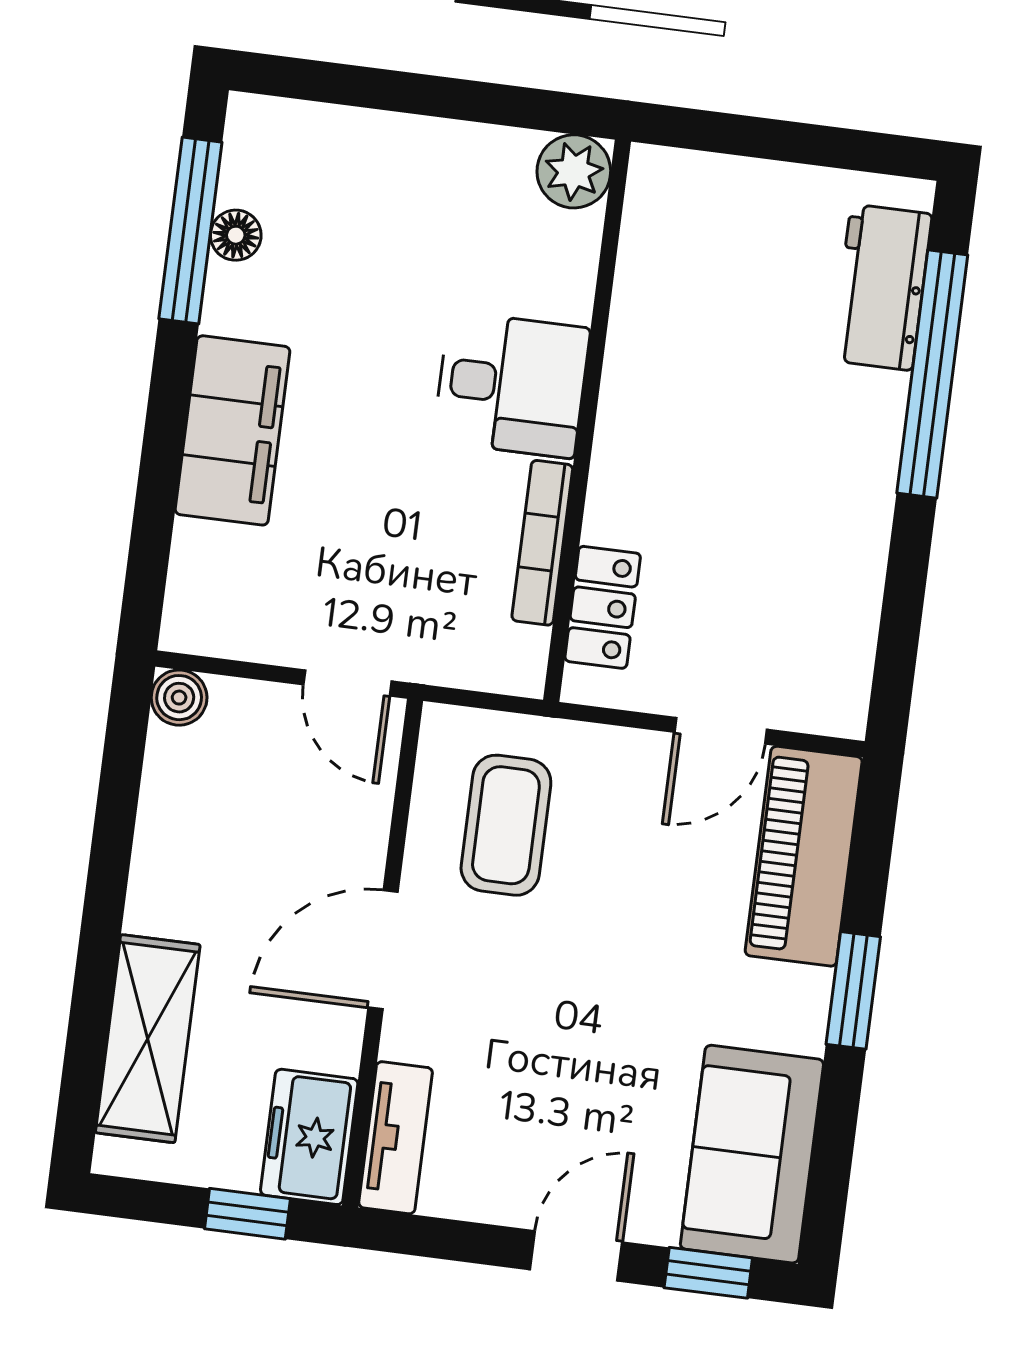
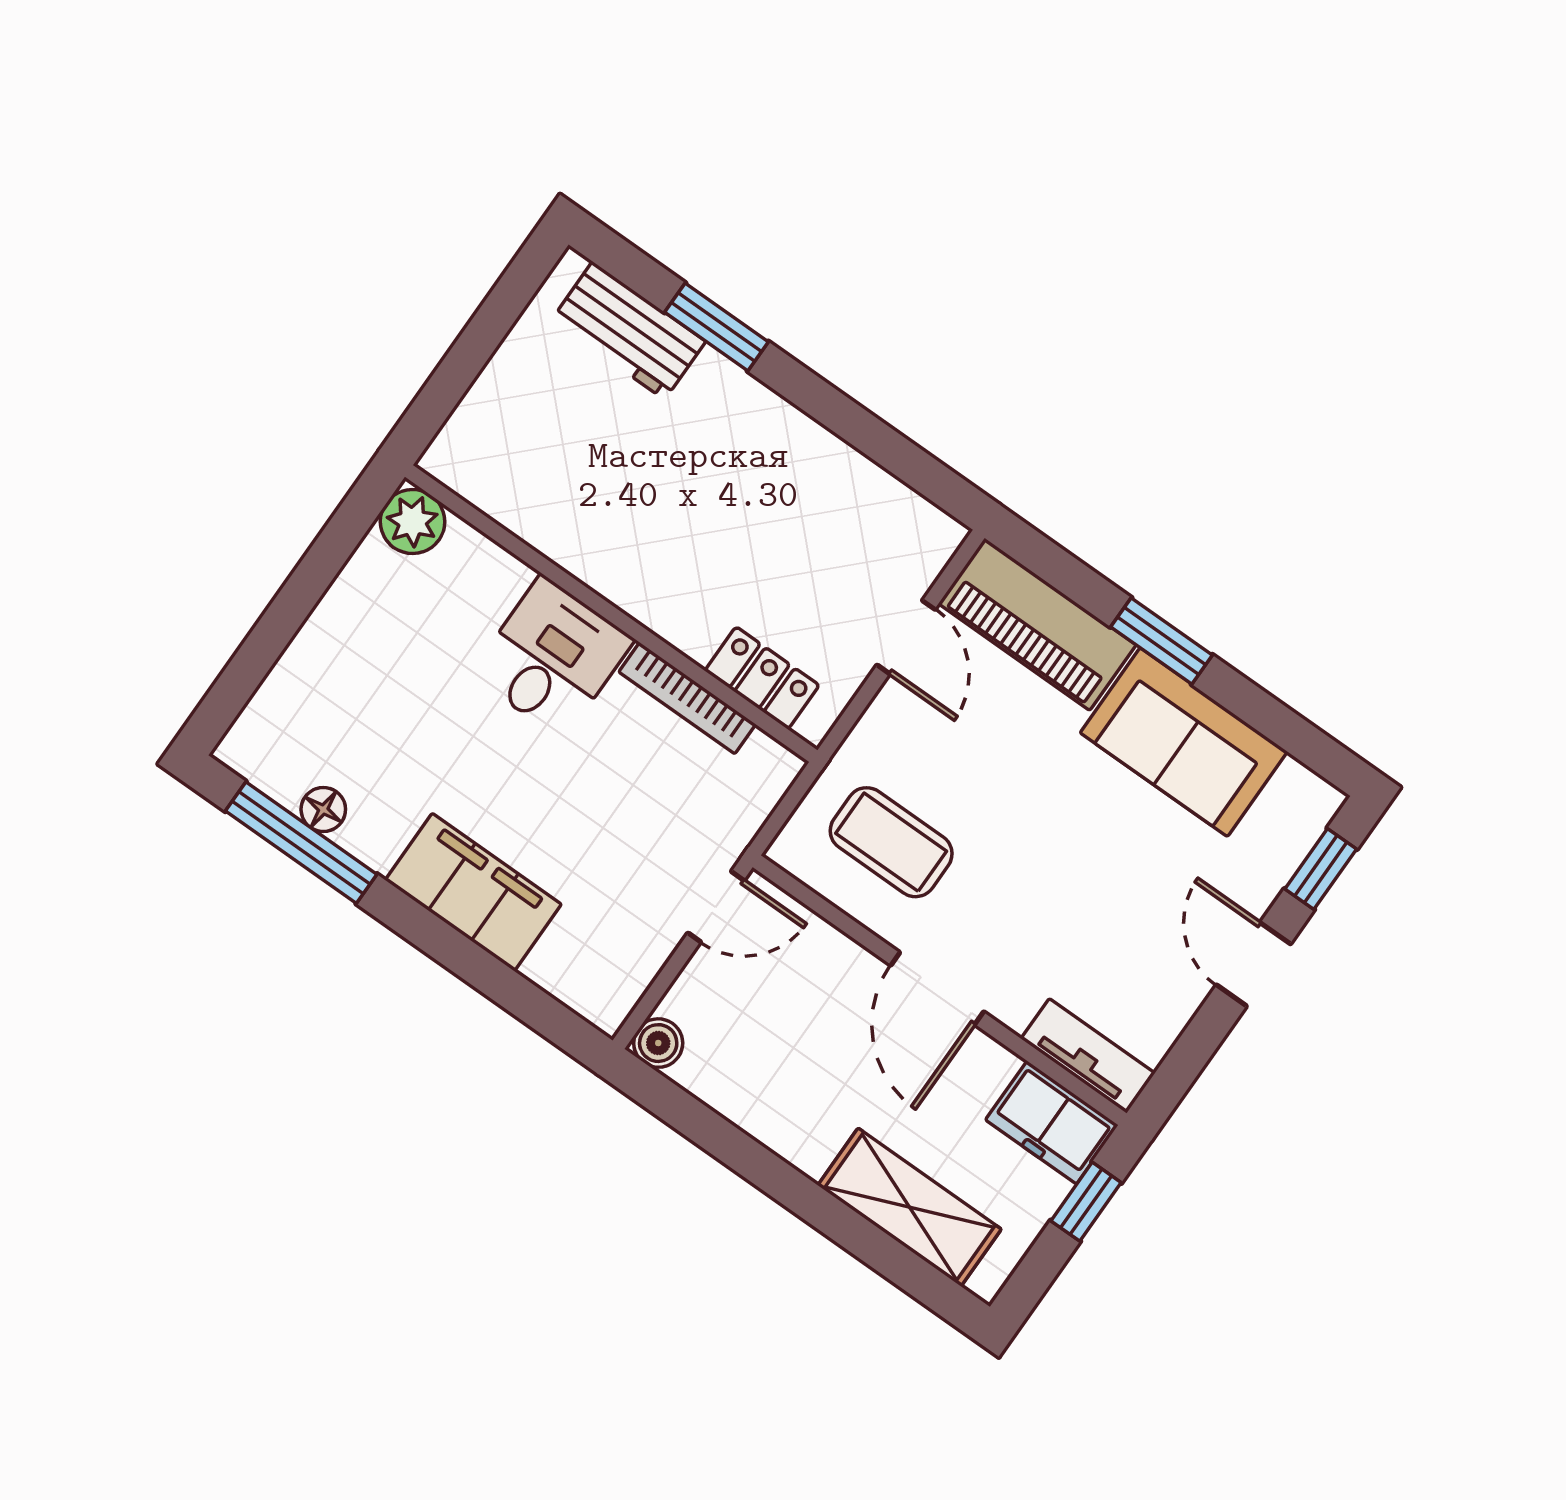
window: (932, 374) -> (716, 327), width x0.47
sofa: (752, 1154) -> (1184, 742), moved

